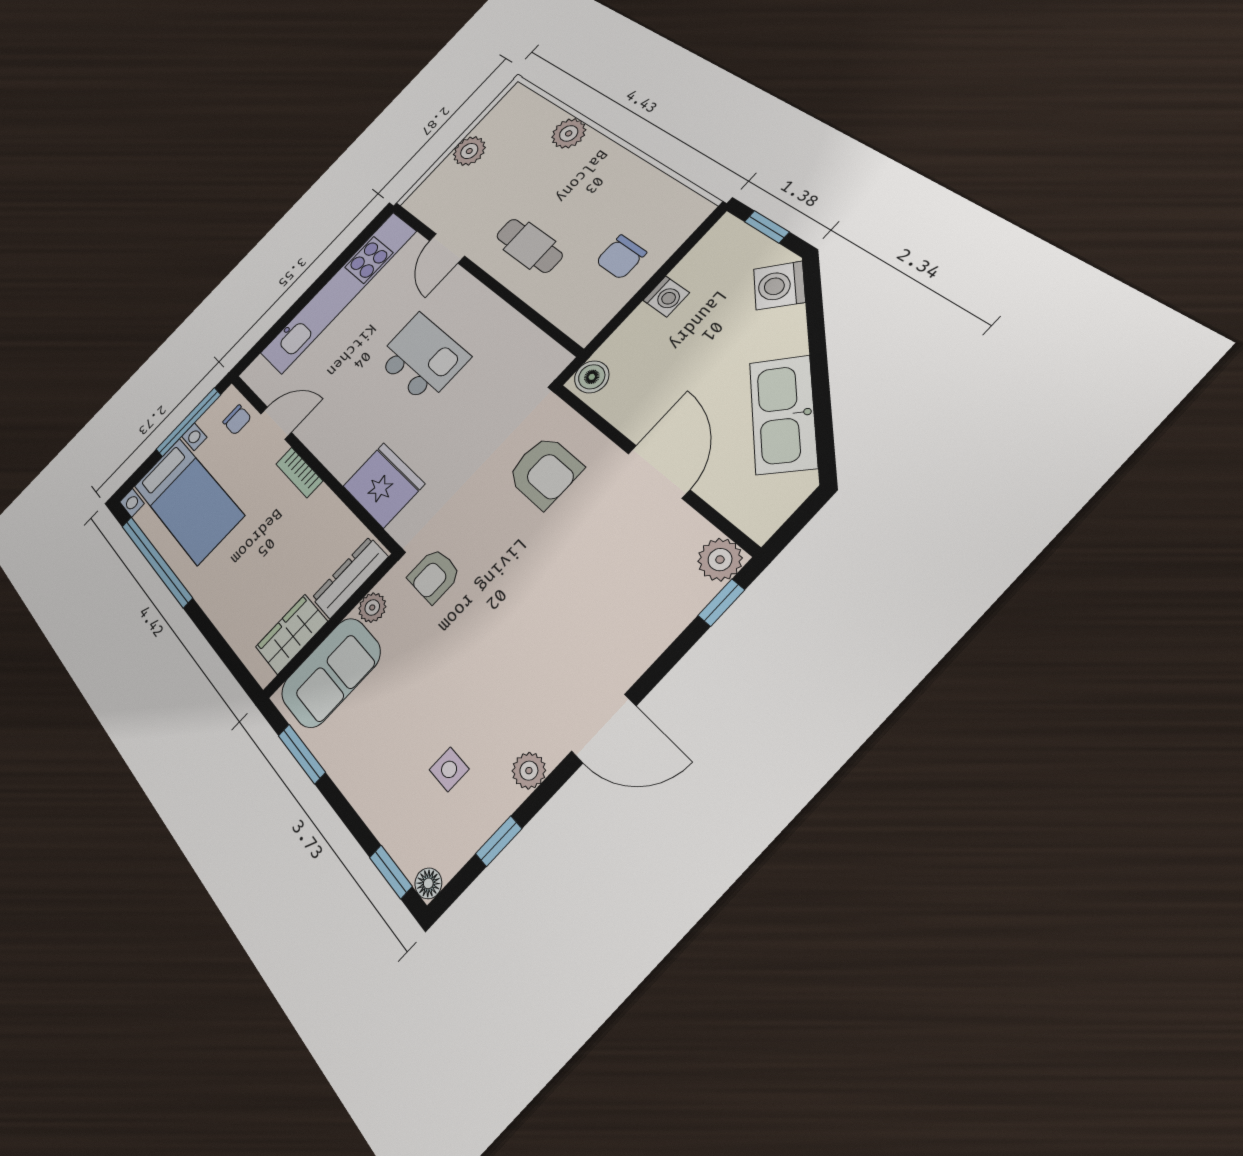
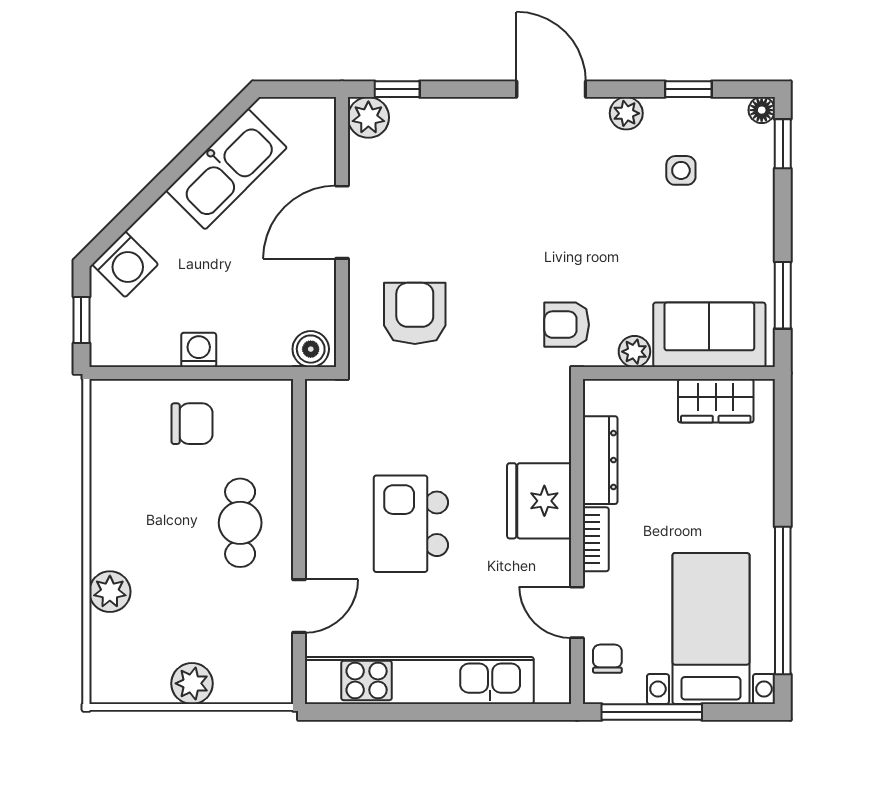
fridge: (384, 485) -> (539, 501), moved
armchair: (434, 575) -> (567, 325), turned 180
dresser: (350, 577) -> (600, 460), moved, turned -90

